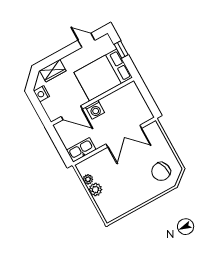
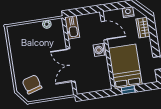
window: (121, 49) -> (128, 90), moved
door: (72, 113) -> (104, 30), swing flipped
plant: (95, 190) -> (37, 27), removed

